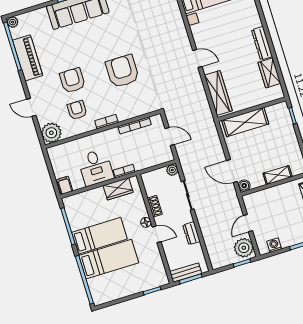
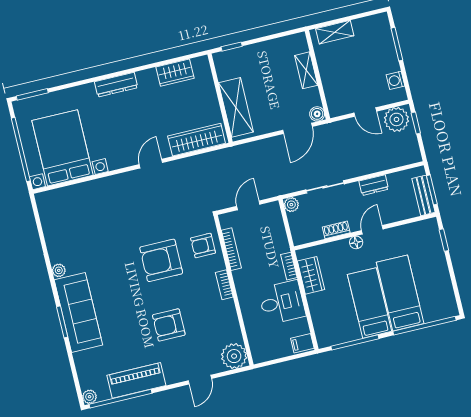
dresser: (262, 43) -> (116, 85), moved
armchair: (77, 110) -> (203, 245), moved

